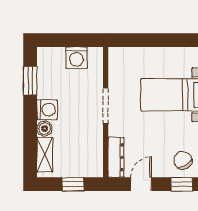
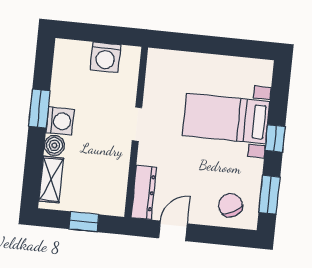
window: (30, 81) -> (39, 109), moved
doorway: (106, 106) -> (137, 124), width x0.73
window: (182, 184) -> (226, 236), removed

